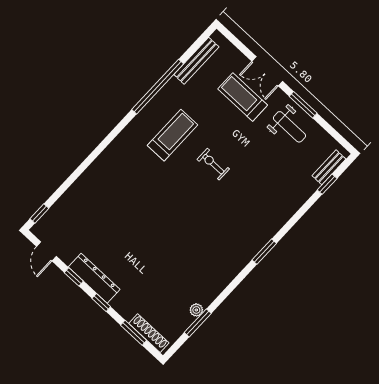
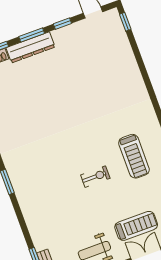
dresser: (94, 278) -> (31, 47), moved
window: (101, 303) -> (32, 35), width x1.50

